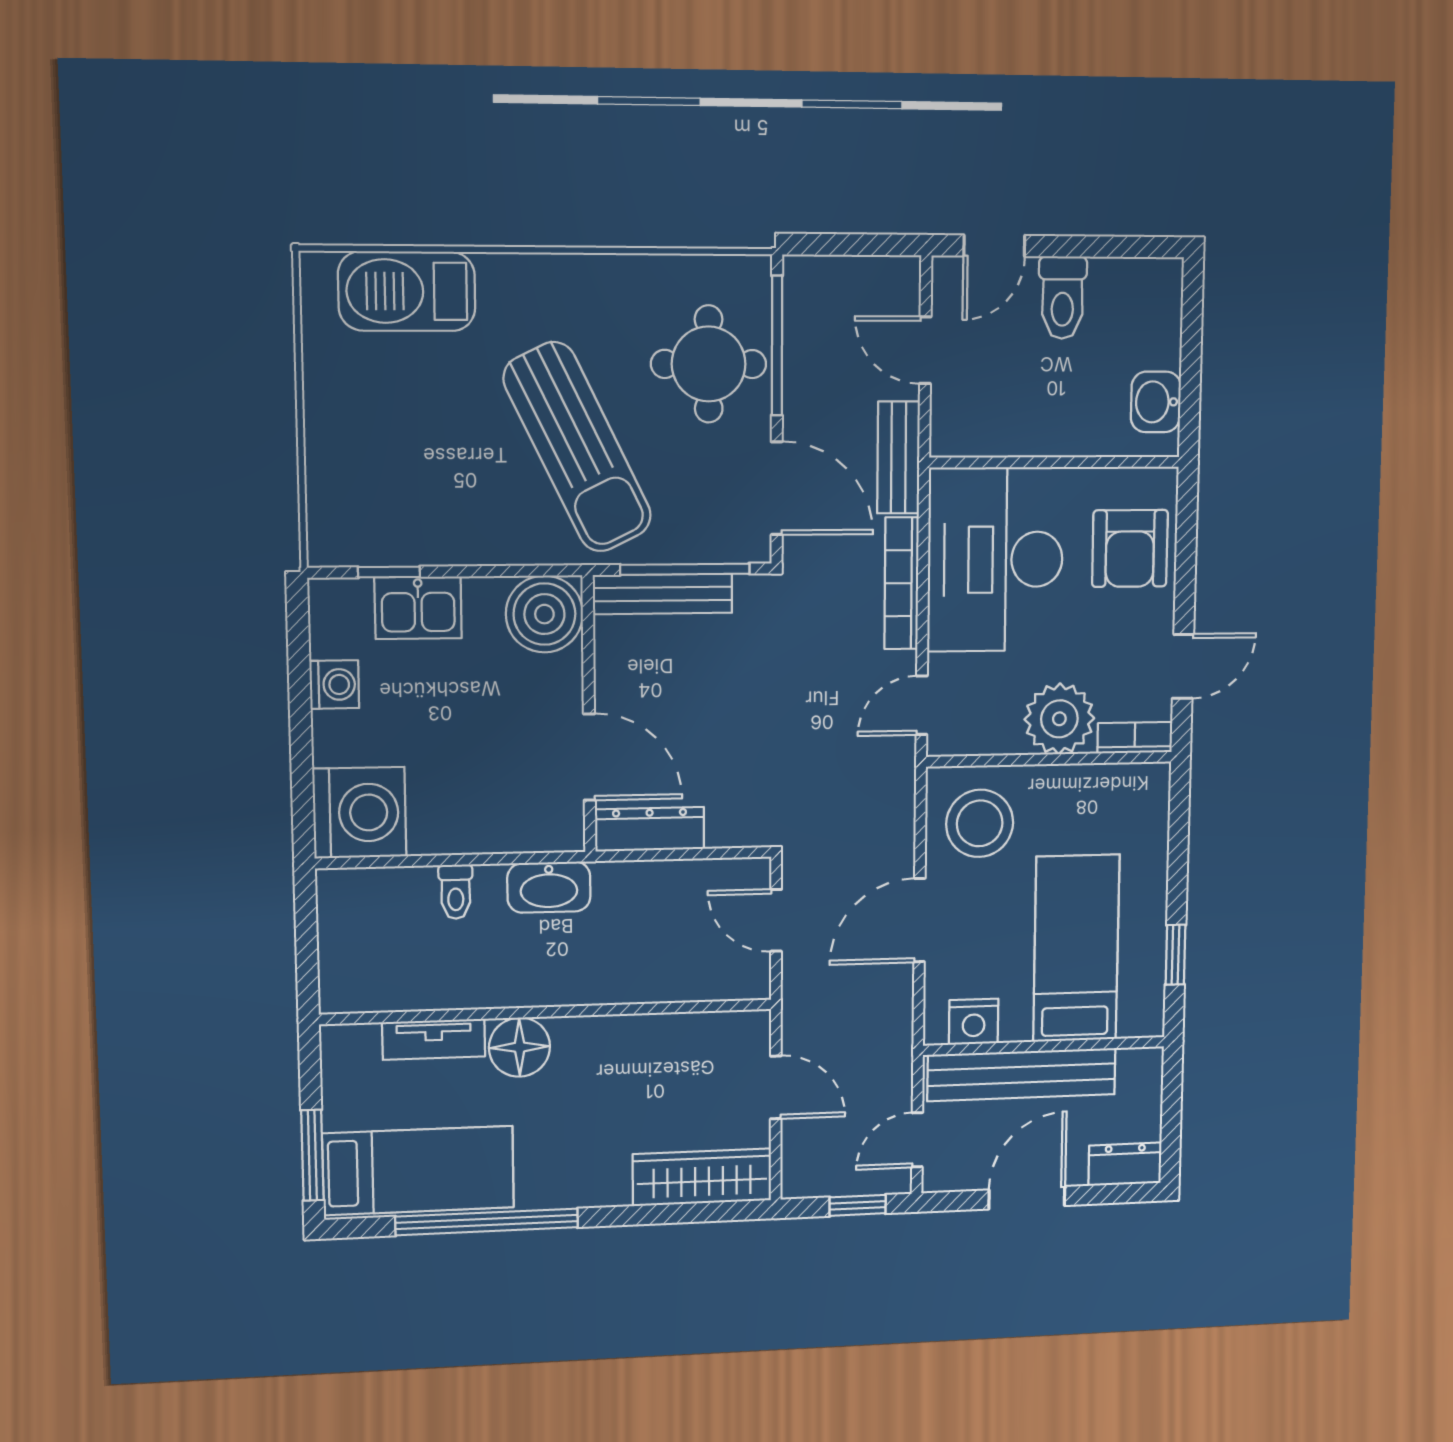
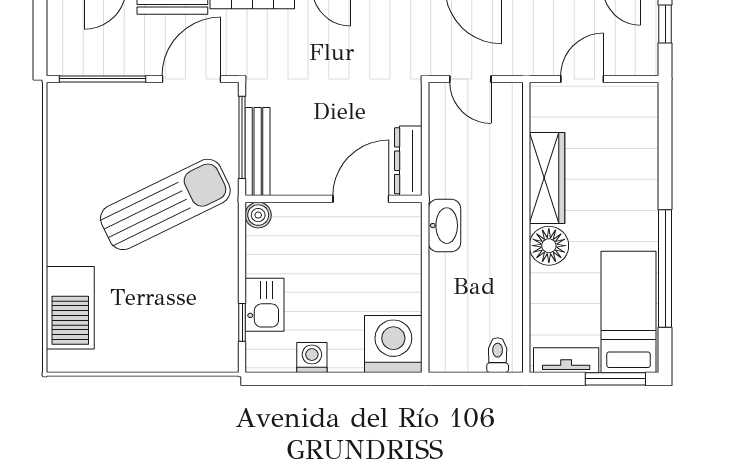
round table: (709, 364) -> (114, 122), removed
boiler: (544, 614) -> (258, 215), width x0.54, depth x0.54
toilet: (456, 892) -> (498, 355), moved, turned -90
door: (776, 920) -> (470, 79), hinge flipped
tv unit: (434, 1039) -> (566, 360), moved, turned -90
wardrobe: (702, 1177) -> (547, 178), moved, turned 180

